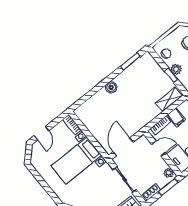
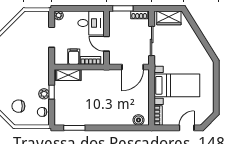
boiler: (111, 87) -> (138, 120), moved
plant: (169, 173) -> (114, 19), removed

